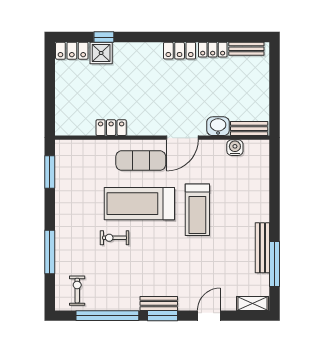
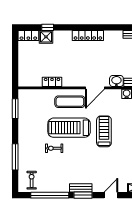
locker: (213, 50) -> (113, 35), removed
locker: (180, 51) -> (88, 35), width x1.53
treadmill: (197, 210) -> (104, 131), turned 180

